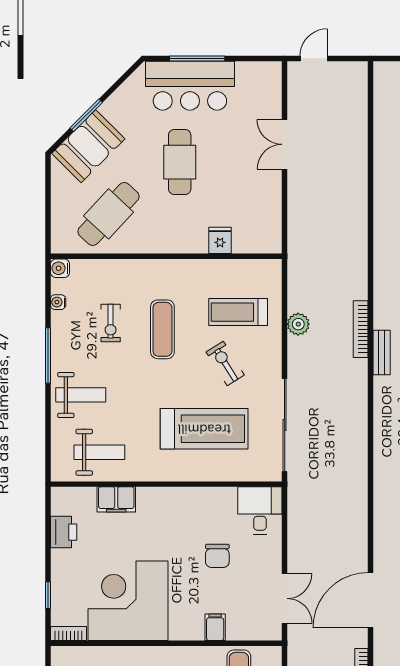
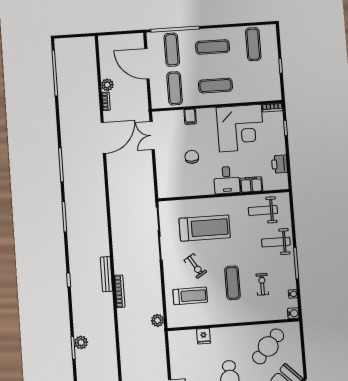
plant: (298, 324) -> (158, 320), moved
bench: (382, 353) -> (106, 274), width x1.36
treadmill: (204, 429) -> (205, 228), turned 180
desk: (260, 510) -> (227, 180), moved

